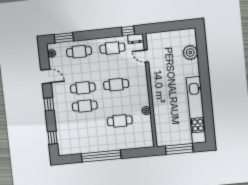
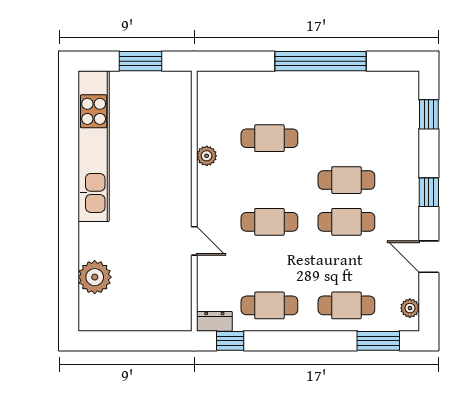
door: (146, 56) -> (194, 241), moved
window: (179, 149) -> (140, 61), width x0.69

